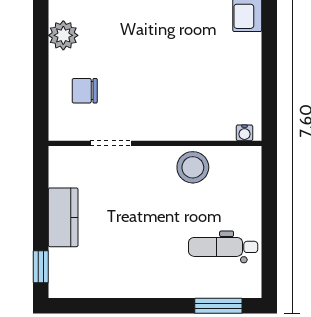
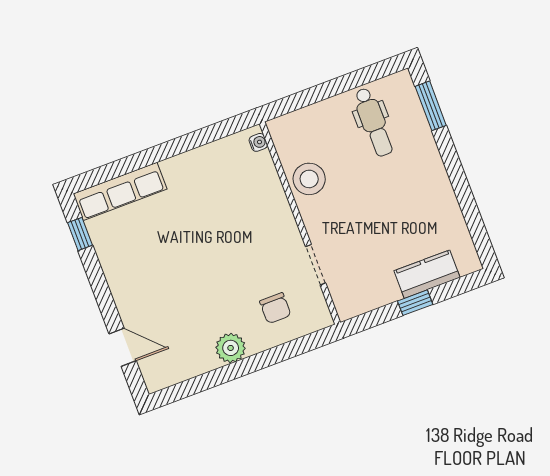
kitchen counter: (63, 217) -> (427, 274), moved
window: (41, 267) -> (415, 303), moved

